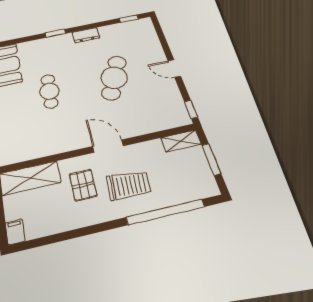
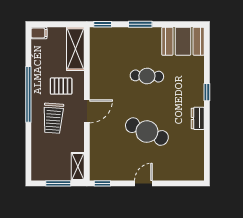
window: (129, 19) -> (207, 161), removed
window: (165, 212) -> (28, 94), moved

